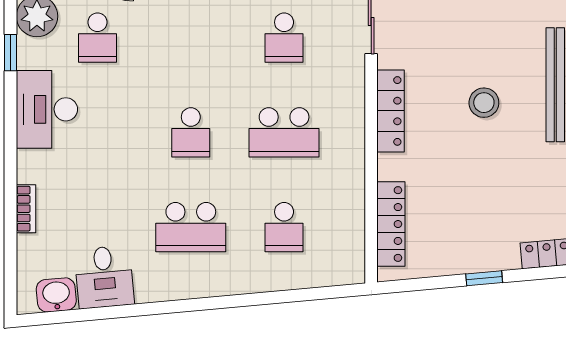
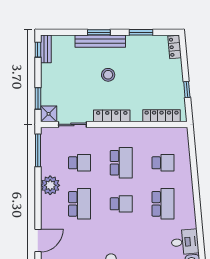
school desk: (98, 38) -> (79, 204), moved, width x1.85
window: (484, 278) -> (187, 90), moved

